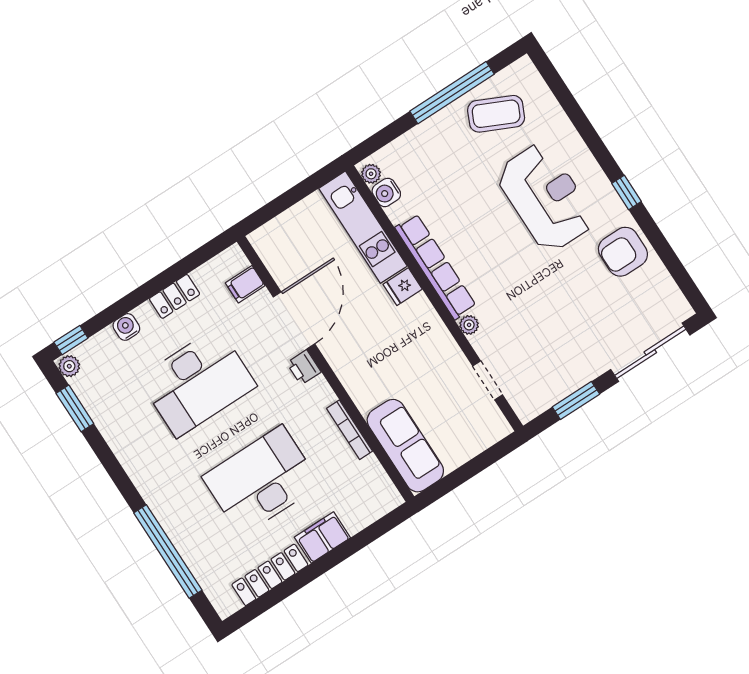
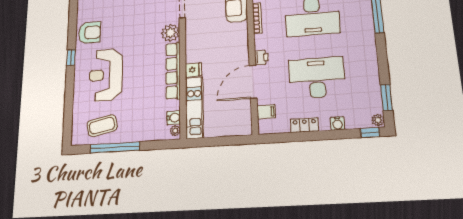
coffee table: (496, 114) -> (102, 126), turned -37
plant: (469, 325) -> (170, 33), width x1.88, depth x1.88

